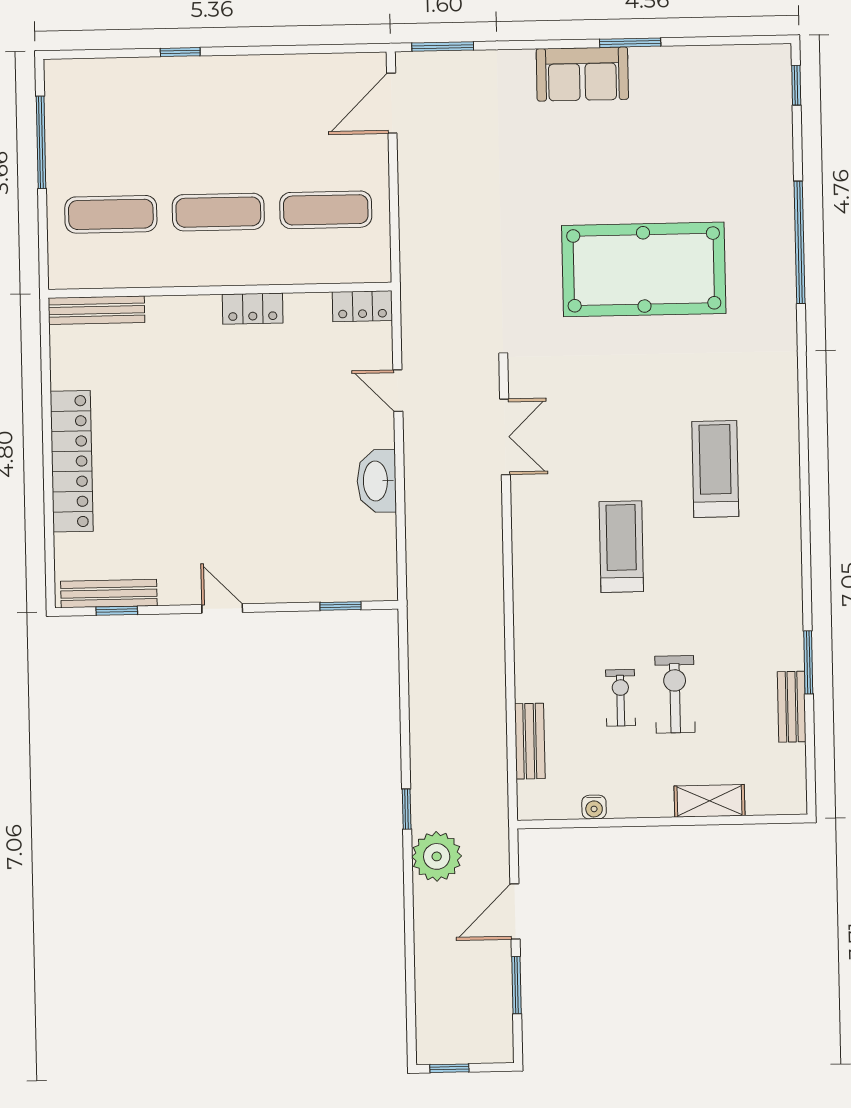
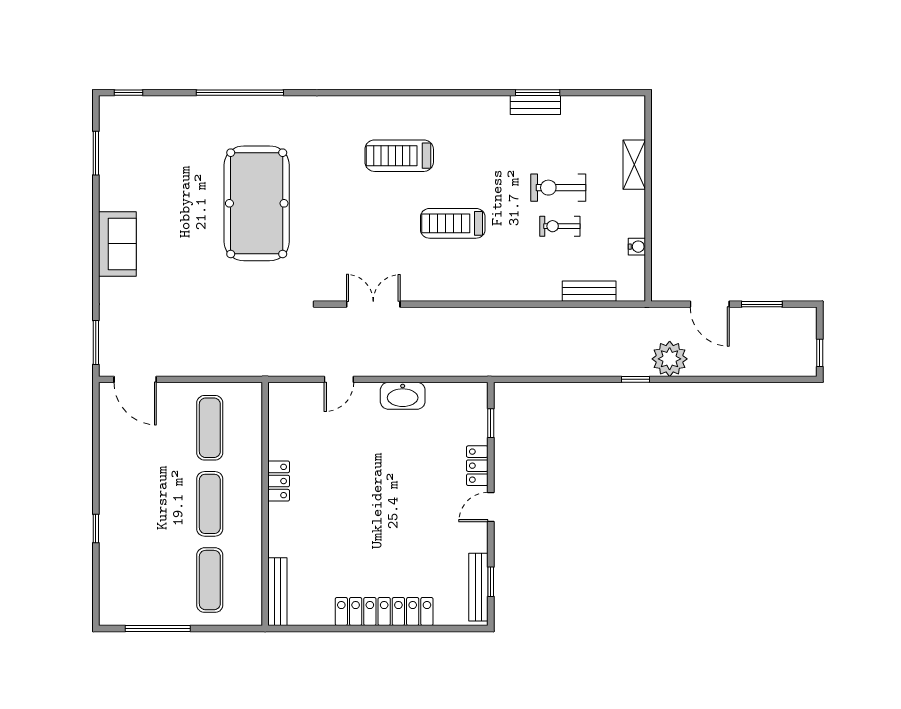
window: (630, 43) -> (96, 153), moved
locker: (362, 306) -> (477, 466), moved, turned 180
bench: (792, 707) -> (535, 105), moved

